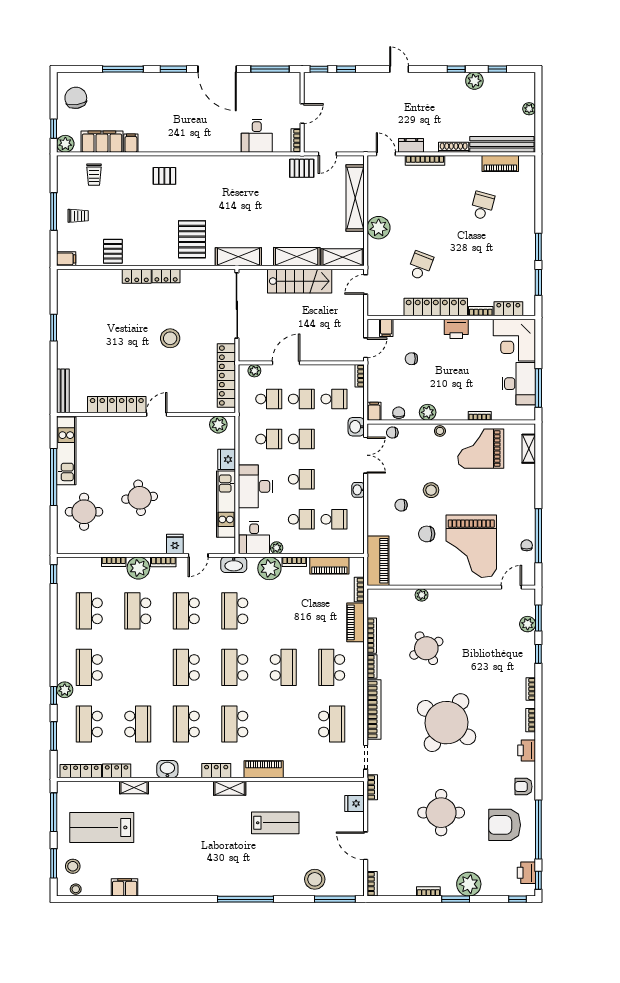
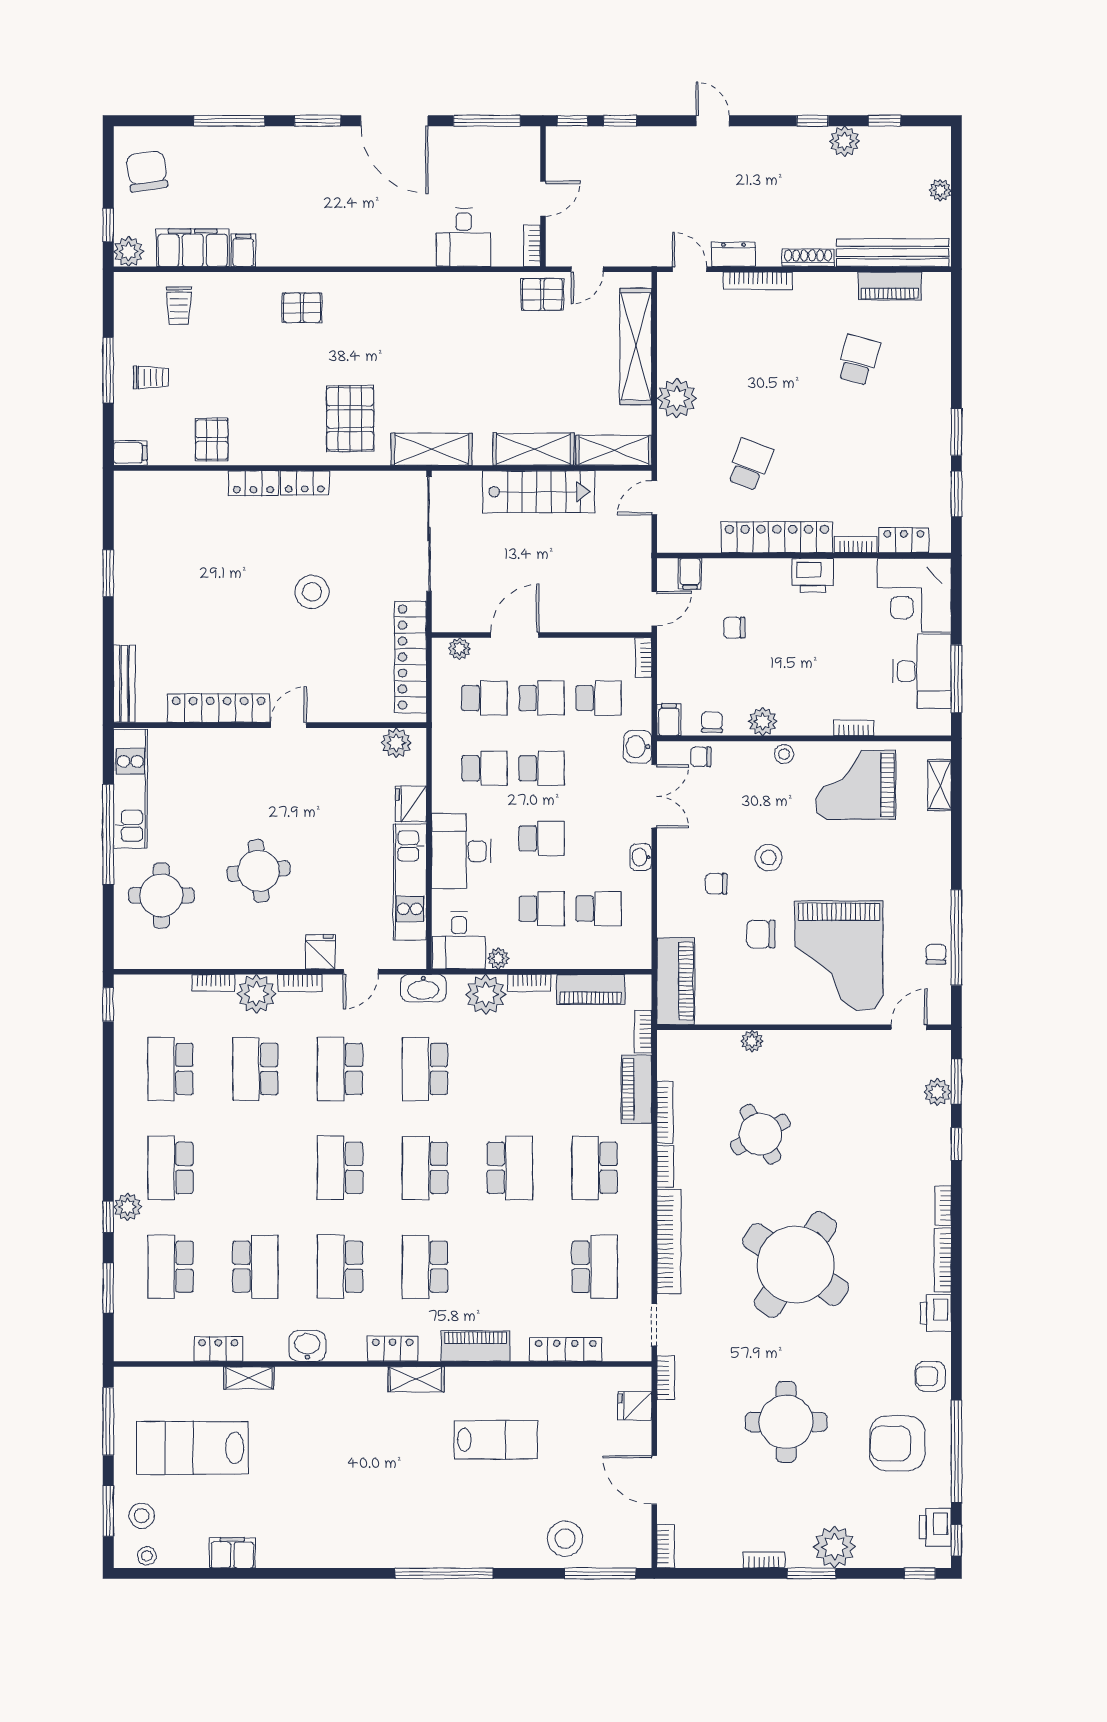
bookcase: (531, 720) -> (943, 1260), width x1.56
locker: (81, 771) -> (566, 1349), moved

